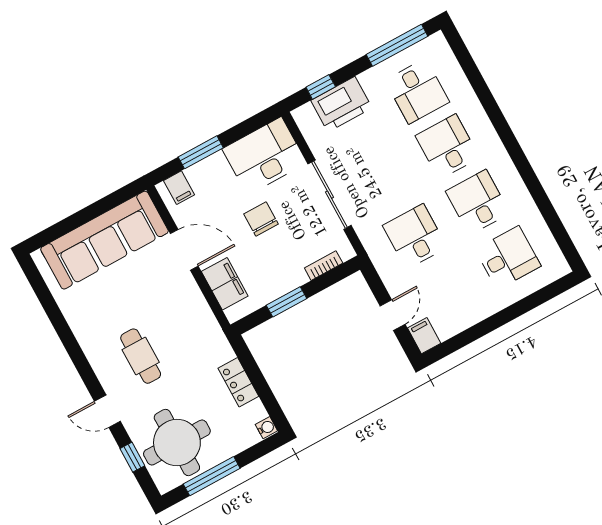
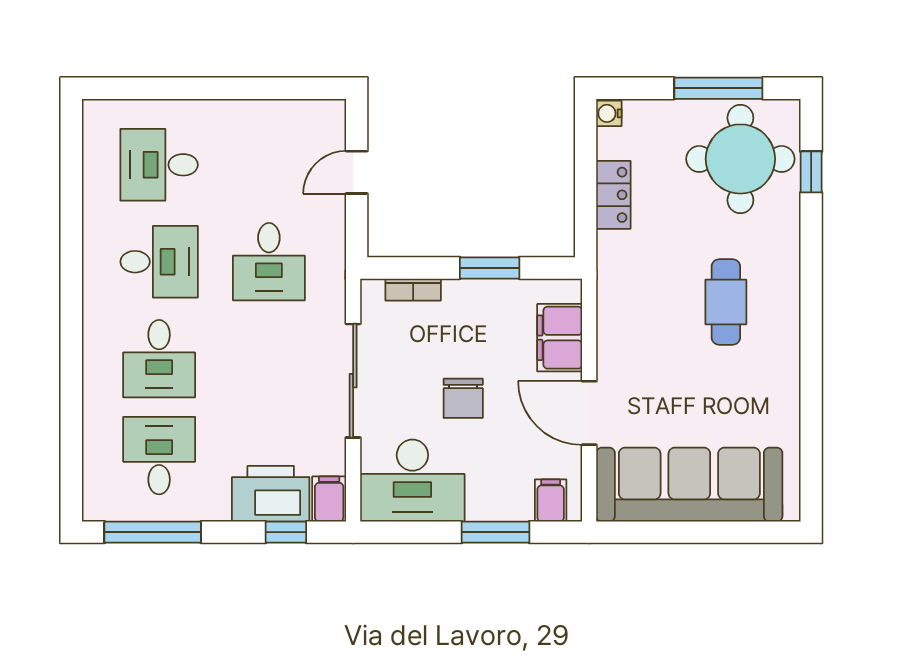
desk: (478, 202) -> (159, 262), turned -90
filing cabinet: (424, 336) -> (329, 499), moved, turned 180
door: (107, 411) -> (811, 252), removed

